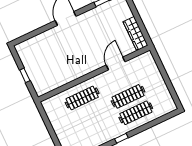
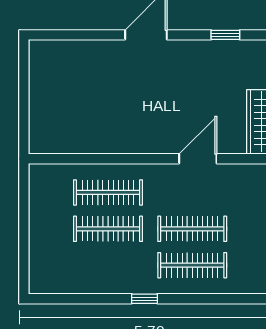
window: (25, 75) -> (24, 103), removed
clothes rail: (90, 114) -> (108, 229), added

